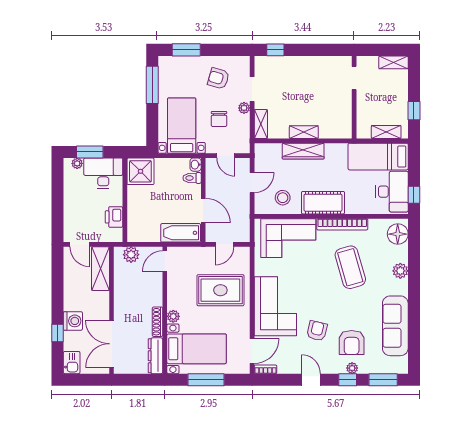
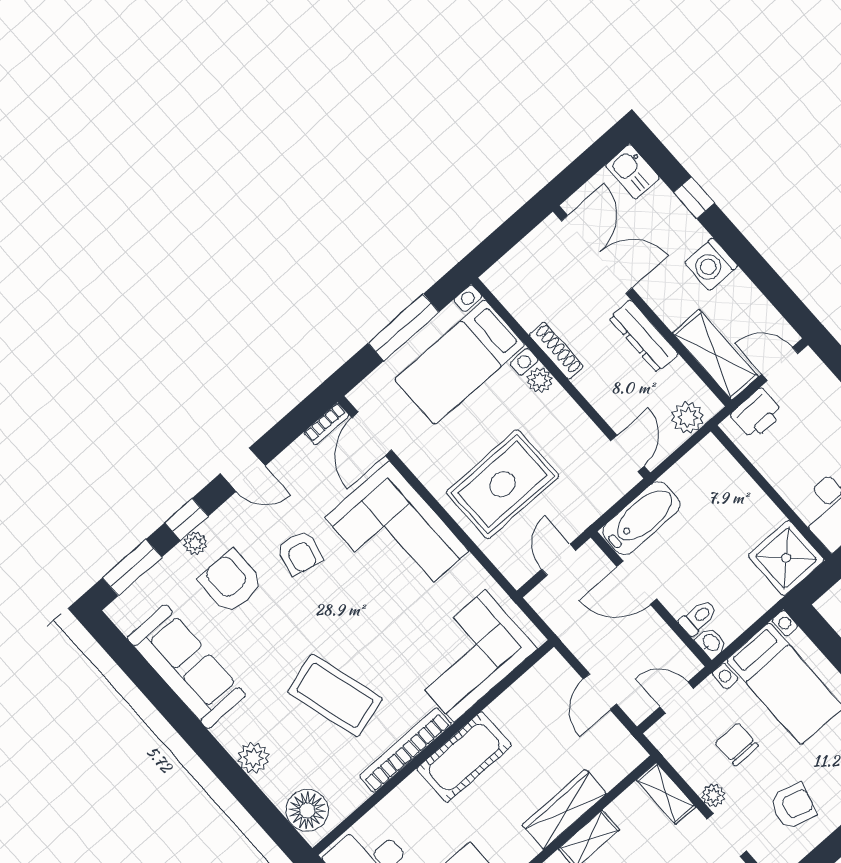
stool: (283, 198) -> (533, 710), removed
printer: (114, 217) -> (757, 414), moved, turned 90
washing machine: (73, 321) -> (711, 264), moved
dresser: (155, 356) -> (644, 336), moved, turned 180

